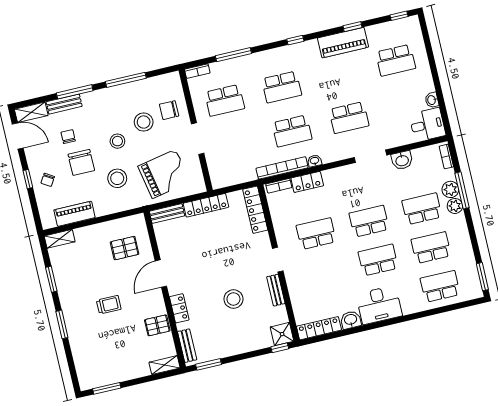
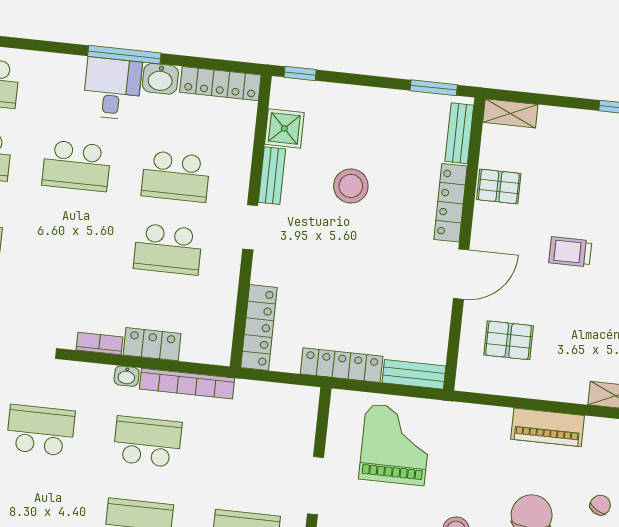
grand piano: (164, 174) -> (395, 445), turned 101
stool: (117, 178) -> (479, 466), removed
bookcase: (279, 186) -> (100, 344), moved
piano: (75, 214) -> (548, 427), moved
school desk: (369, 221) -> (176, 176), moved
desk: (379, 305) -> (112, 88), width x0.73
locker: (179, 308) -> (450, 203), width x1.53
window: (374, 326) -> (124, 55), added
shower: (282, 334) -> (284, 128), moved

